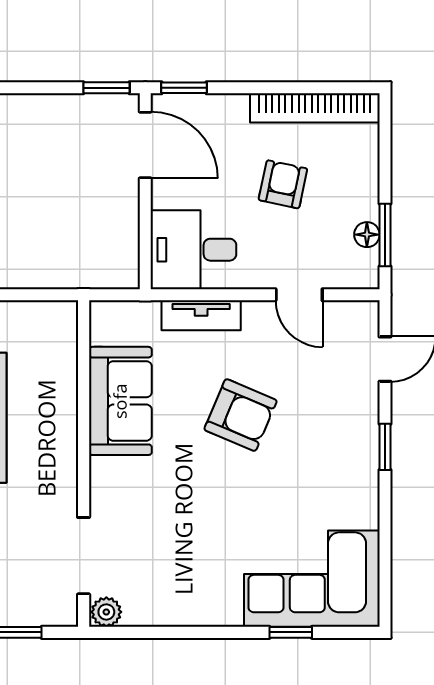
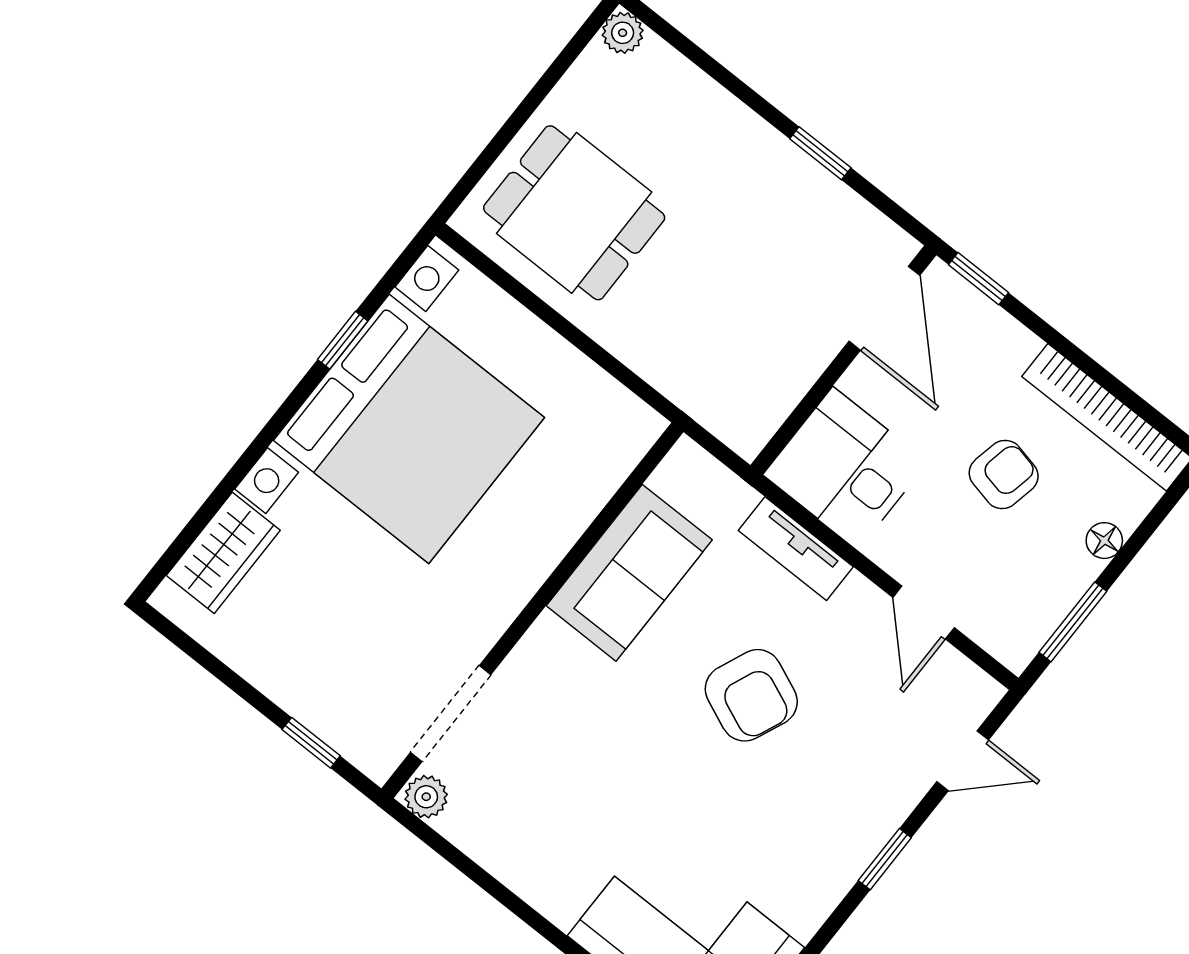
window: (106, 88) -> (820, 153), moved
floor lamp: (367, 235) -> (1104, 541), moved

